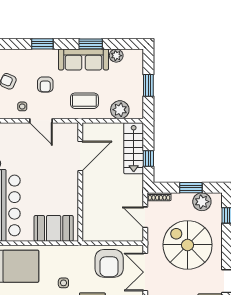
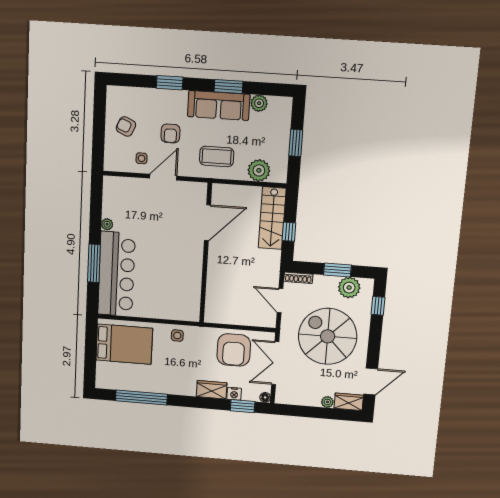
door: (41, 121) -> (163, 177), swing flipped
booth: (54, 228) -> (171, 305), removed
side table: (63, 283) -> (177, 336), moved

